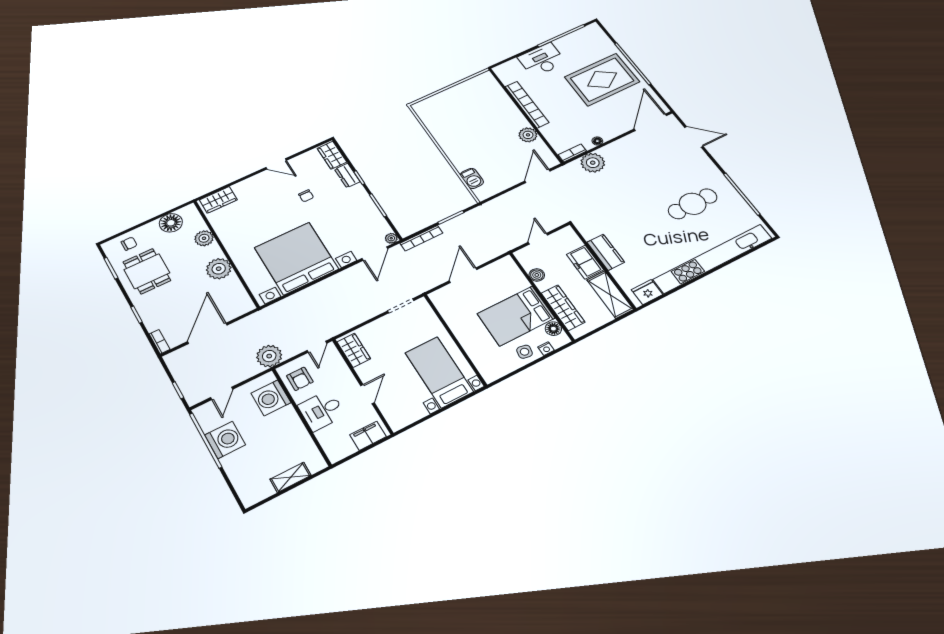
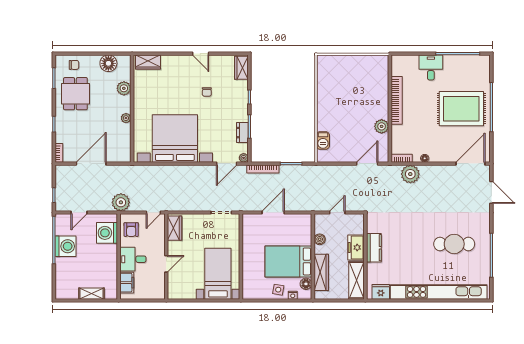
desk: (542, 60) -> (431, 67), width x0.73
dresser: (347, 175) -> (242, 133), moved
plant: (219, 269) -> (126, 118), width x0.53, depth x0.53
filing cabinet: (368, 436) -> (127, 283), moved, turned 90

